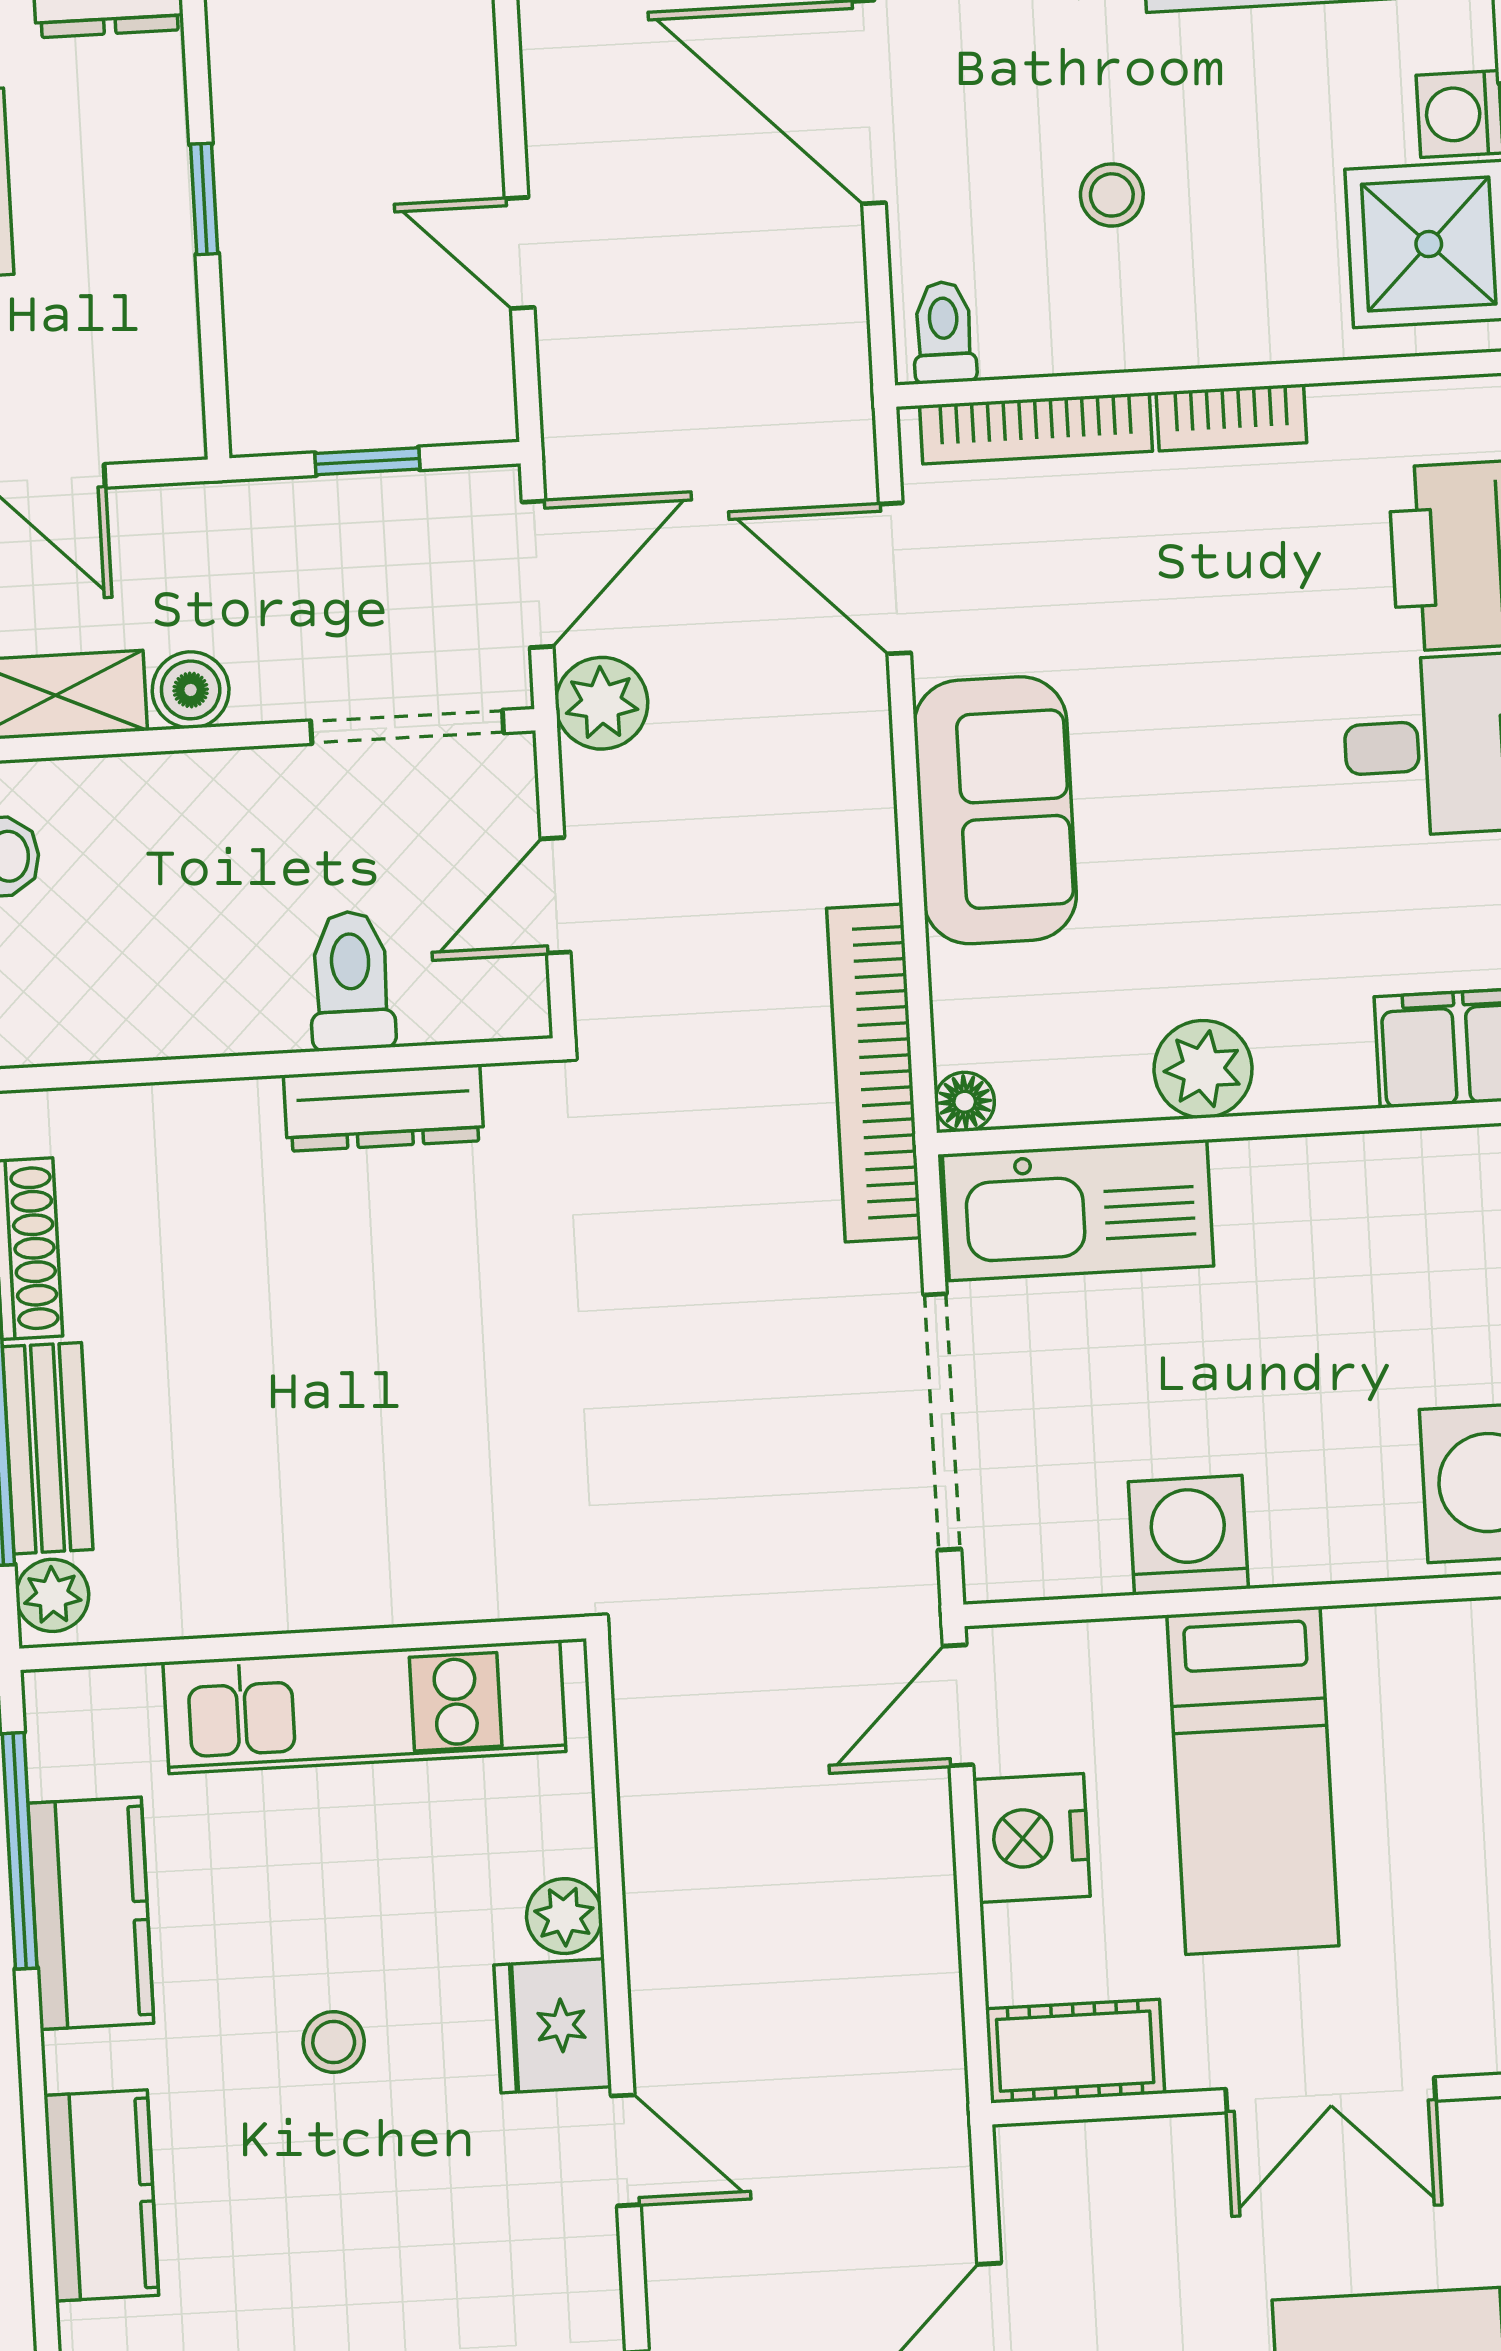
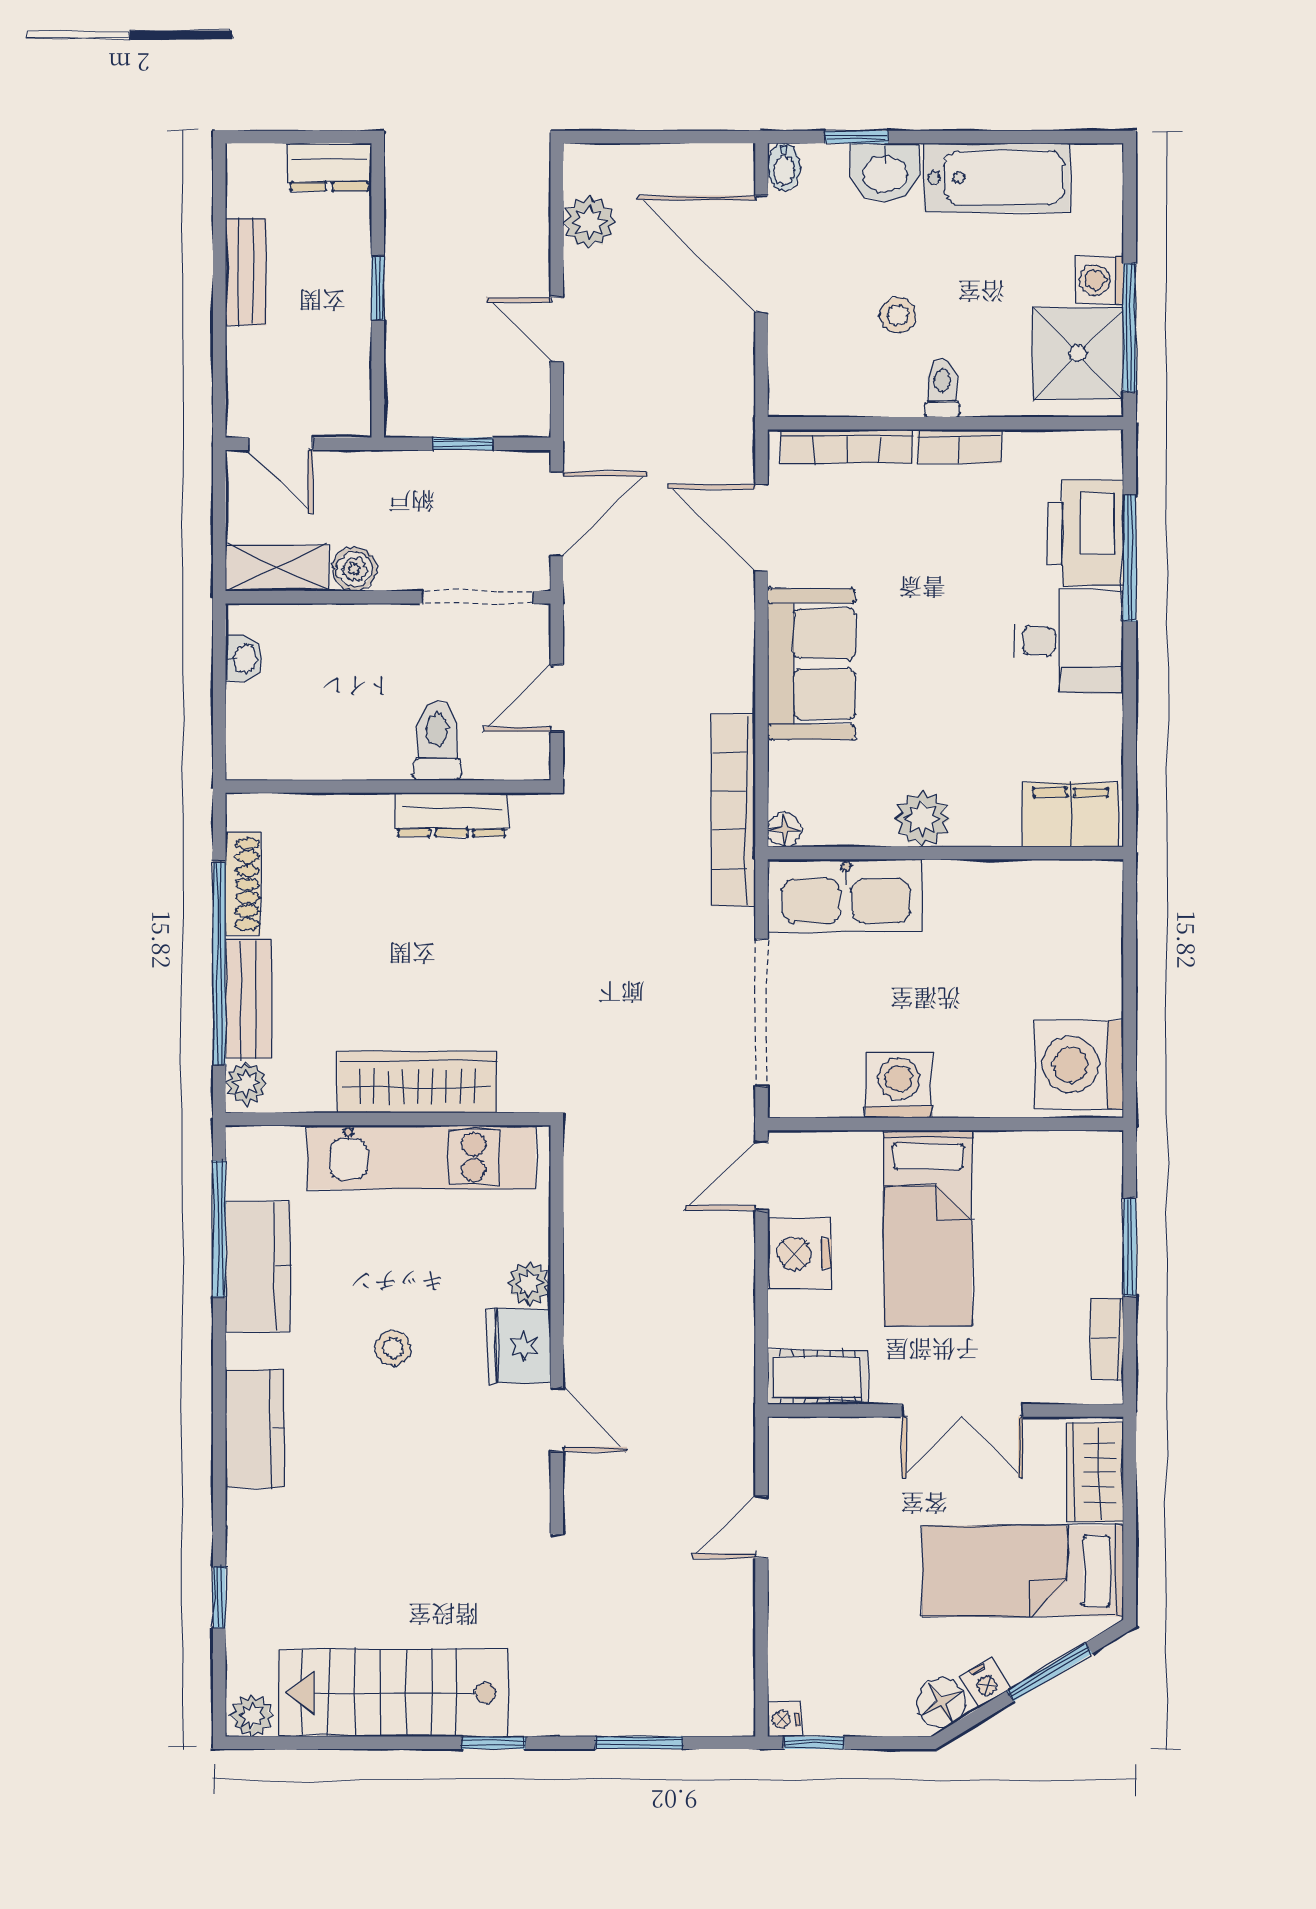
toilet: (944, 332) -> (942, 388), moved
plant: (602, 703) -> (589, 222), moved
wardrobe: (350, 1576) -> (417, 1082), added

